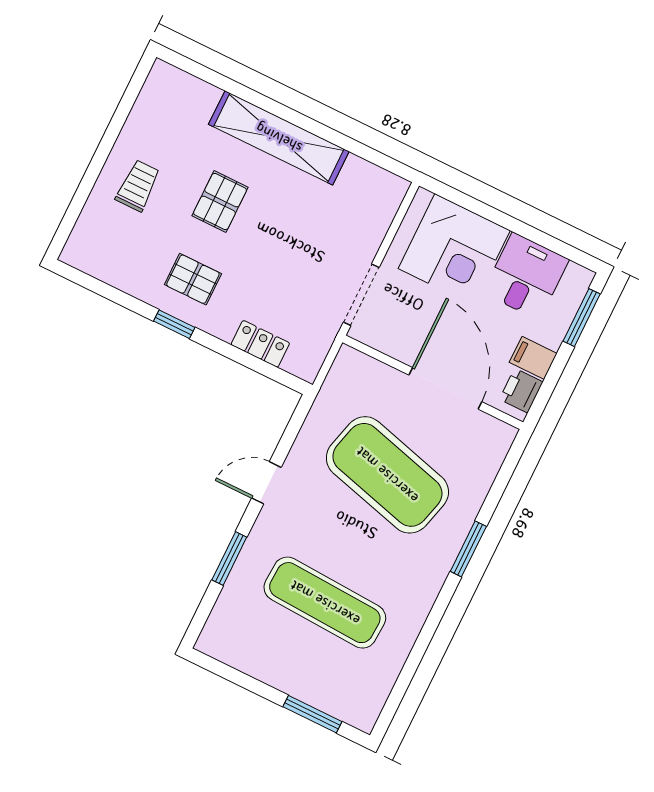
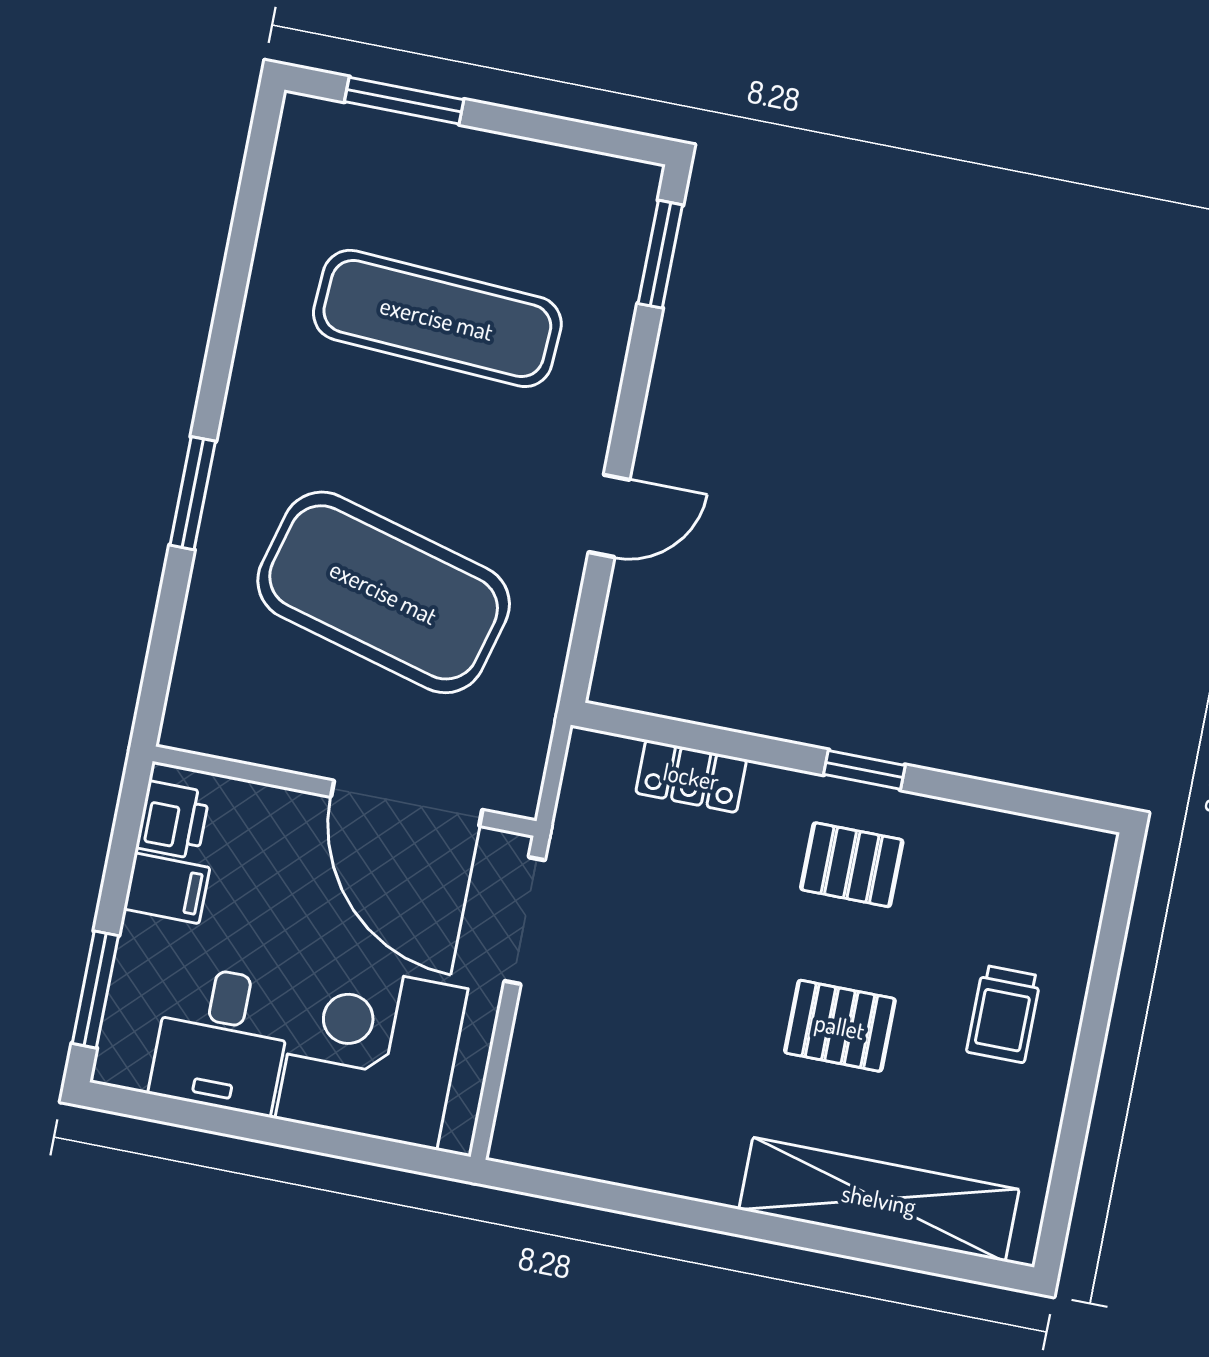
shelving: (279, 138) -> (879, 1199), moved
pallet: (220, 201) -> (840, 1026), turned 90
door: (445, 388) -> (407, 803), moved
window: (229, 558) -> (660, 254), moved

